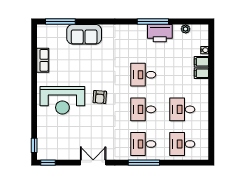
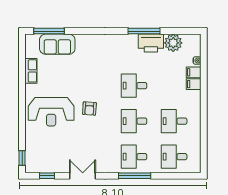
plant: (186, 29) -> (173, 43), width x1.87, depth x1.87
sofa: (84, 34) -> (57, 44), moved
window: (48, 163) -> (47, 176), moved

